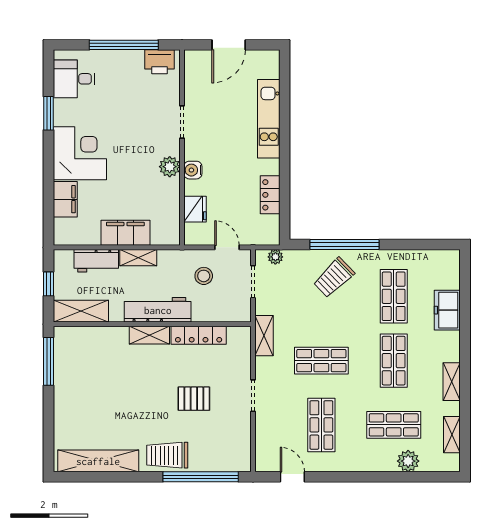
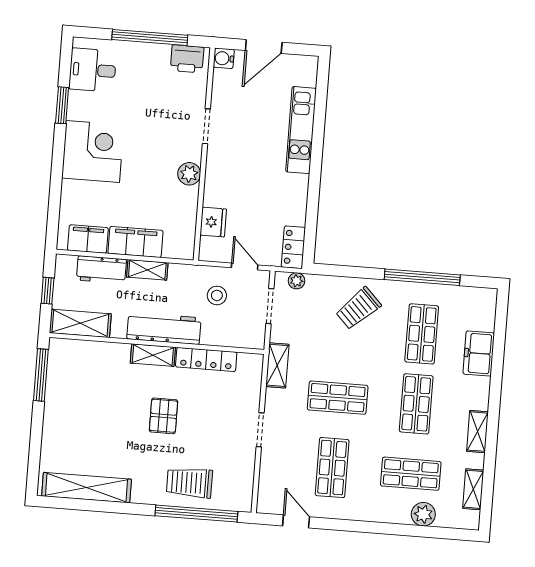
water cooler: (193, 170) -> (224, 58), moved
locker: (270, 195) -> (293, 247), moved
filing cabinet: (65, 199) -> (88, 239), moved, turned -90
window: (344, 245) -> (422, 277), moved
pallet: (194, 399) -> (164, 416), moved, turned 90
trolley: (167, 455) -> (189, 483), moved

